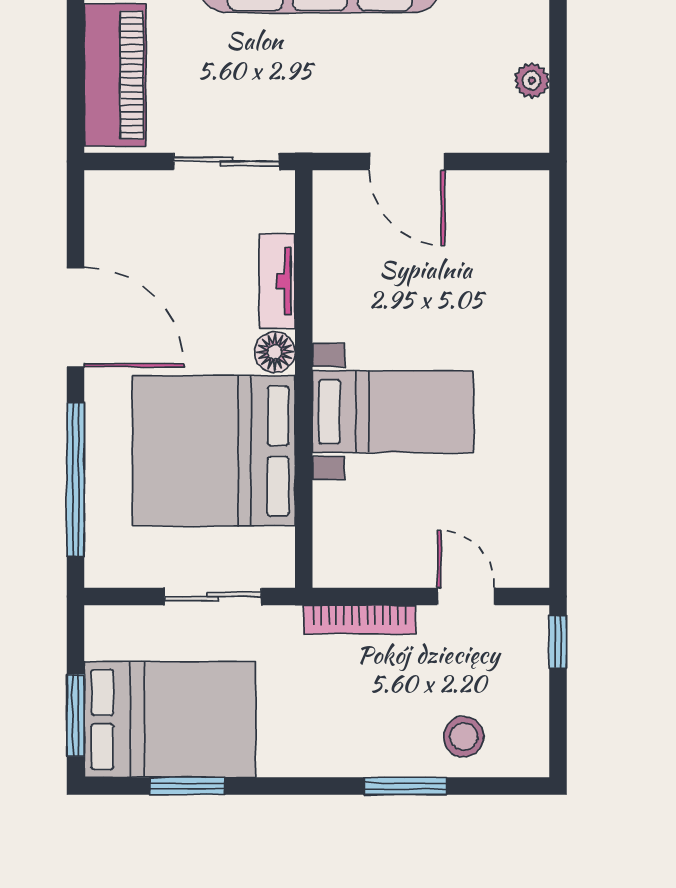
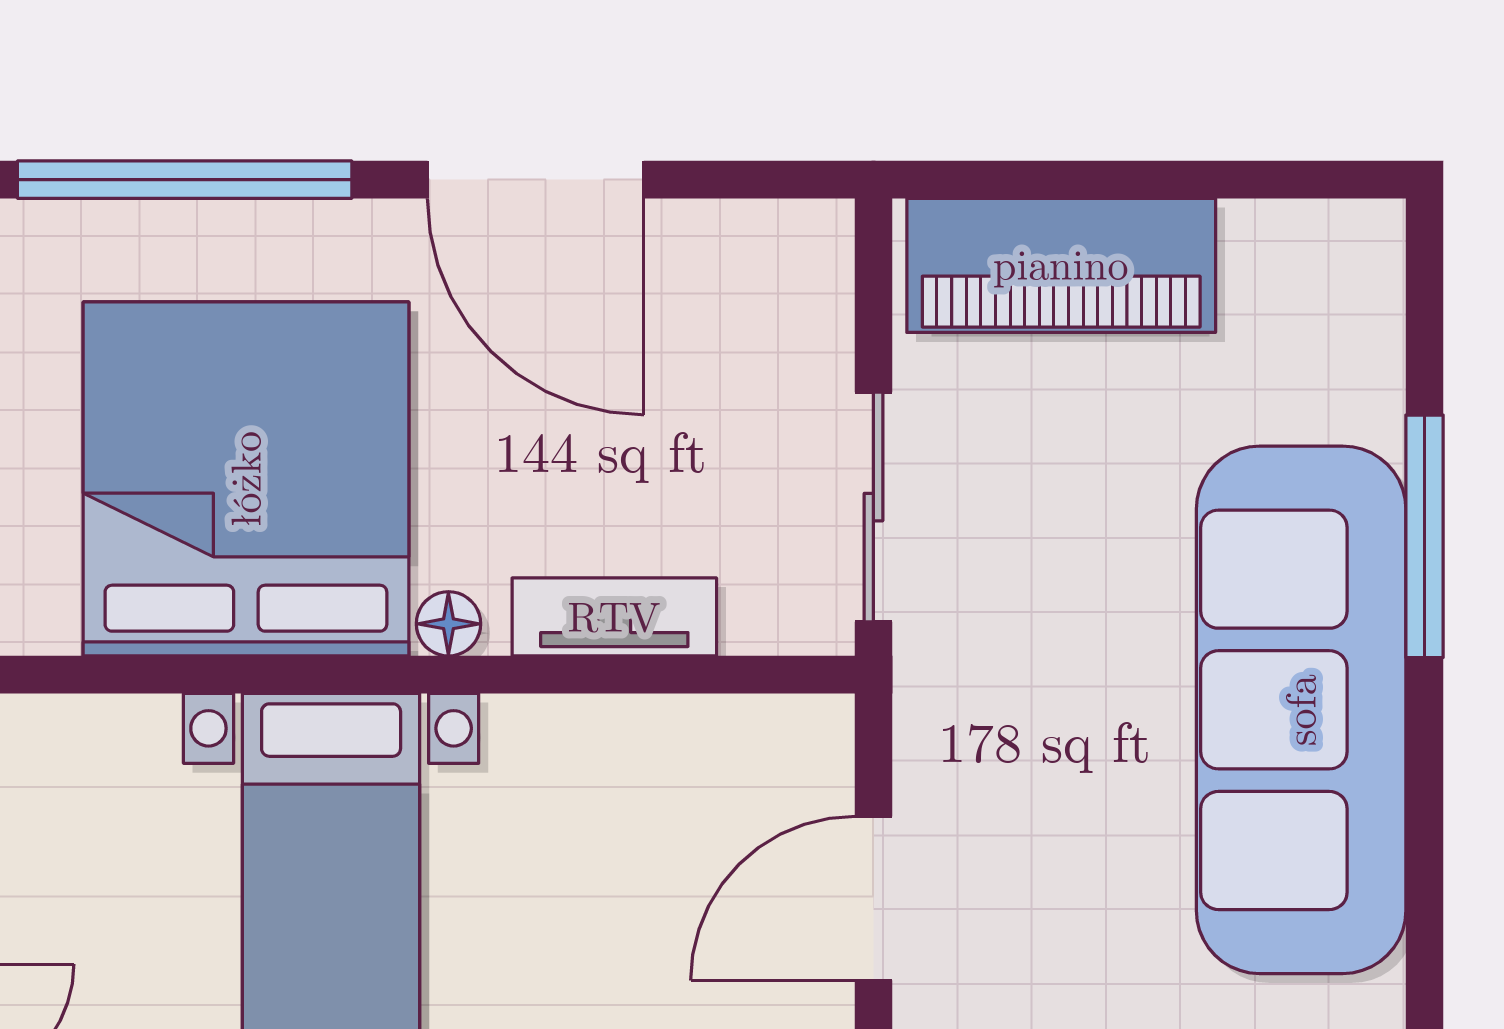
door: (76, 317) -> (536, 180), hinge flipped
floor lamp: (275, 352) -> (448, 624), width x0.73, depth x0.73

